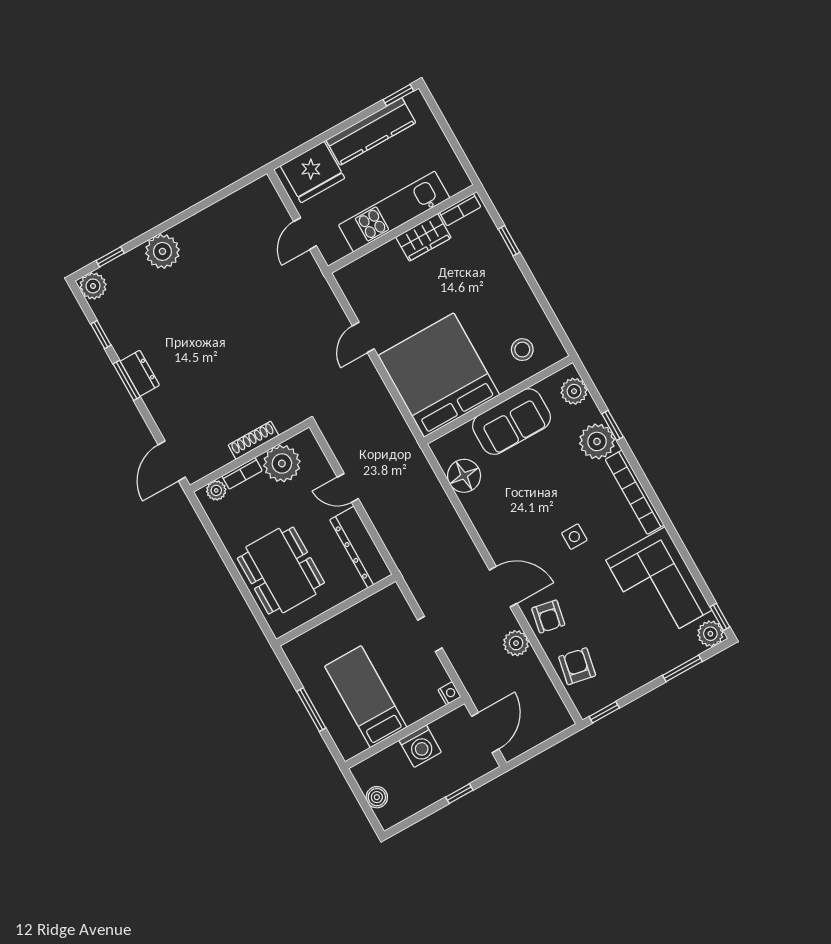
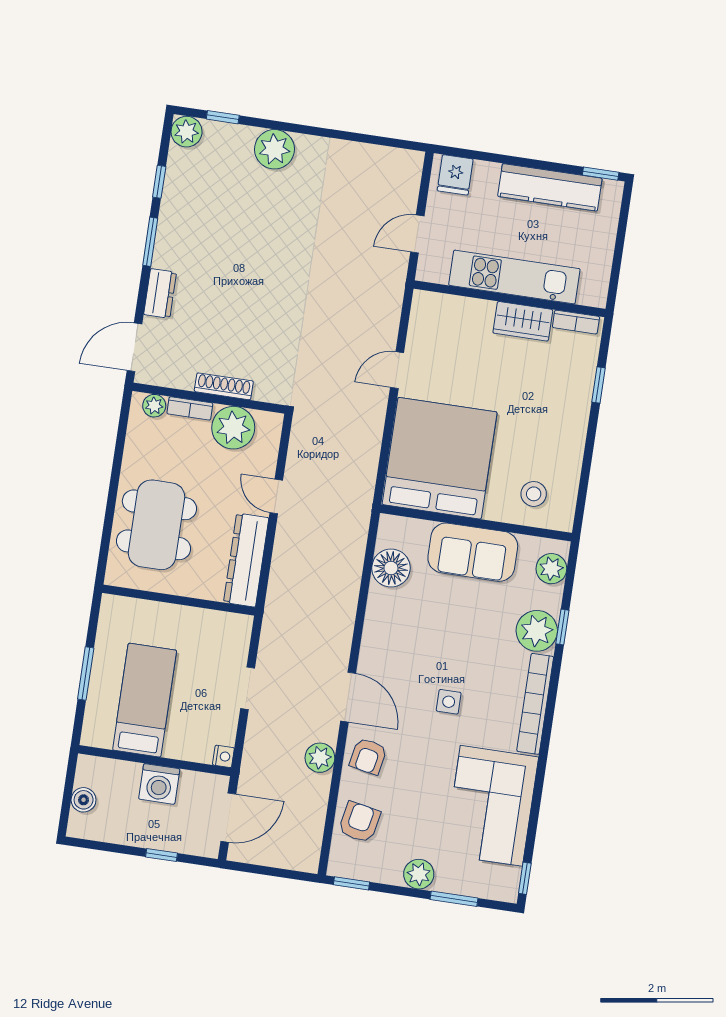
fridge: (313, 172) -> (455, 175), width x0.53, depth x0.75
dresser: (140, 373) -> (160, 293), moved
plant: (710, 634) -> (419, 874), moved

